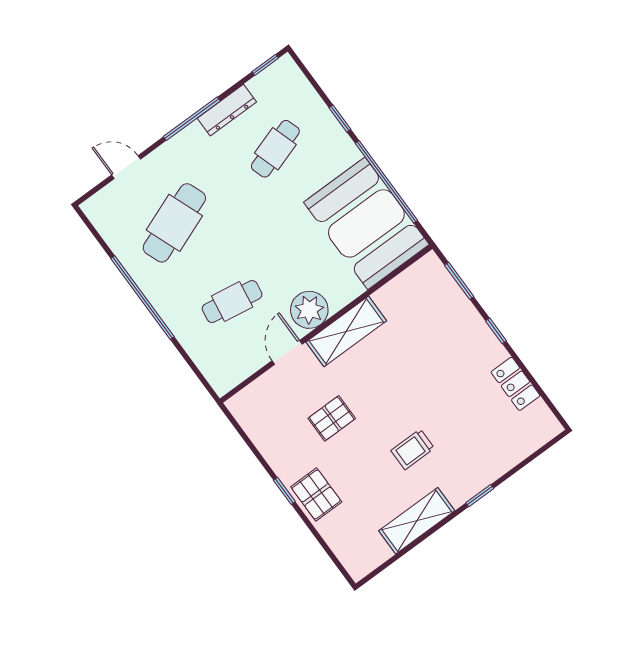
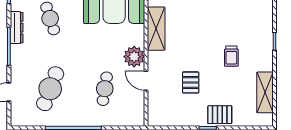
cafe table: (174, 223) -> (50, 89), turned 42
shelving: (346, 331) -> (156, 29), moved
shelving: (417, 521) -> (265, 92), moved

